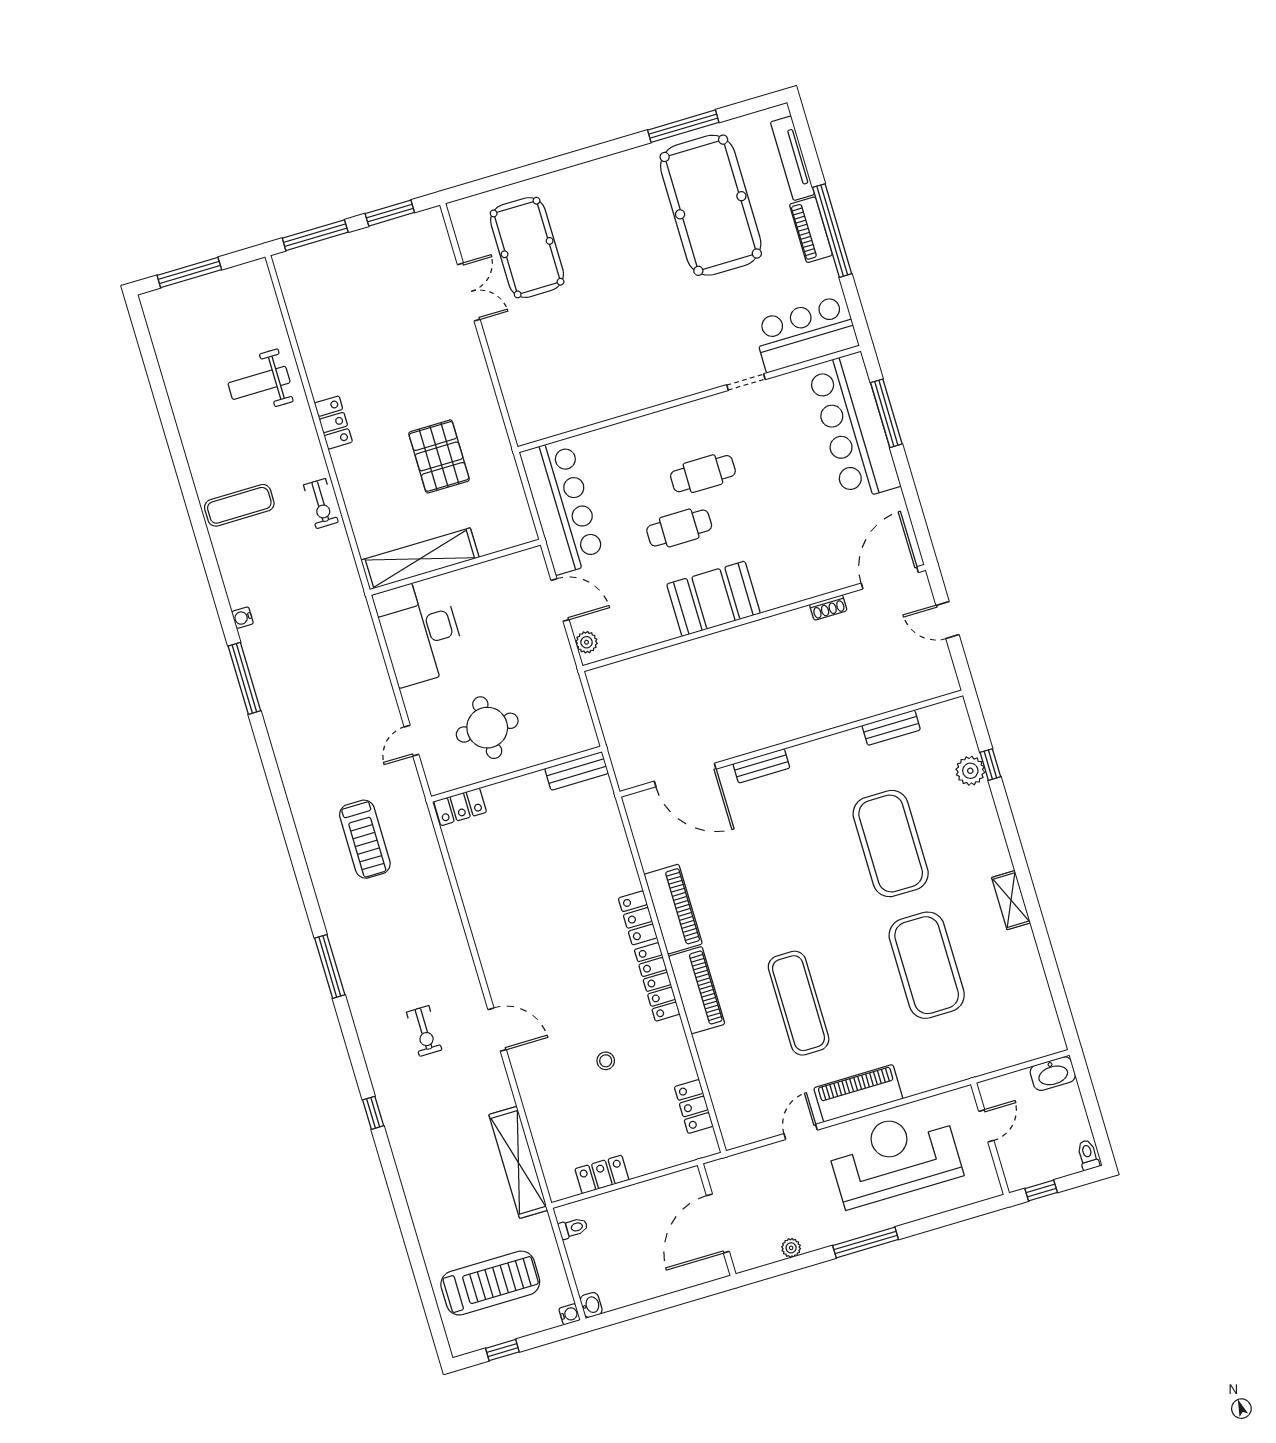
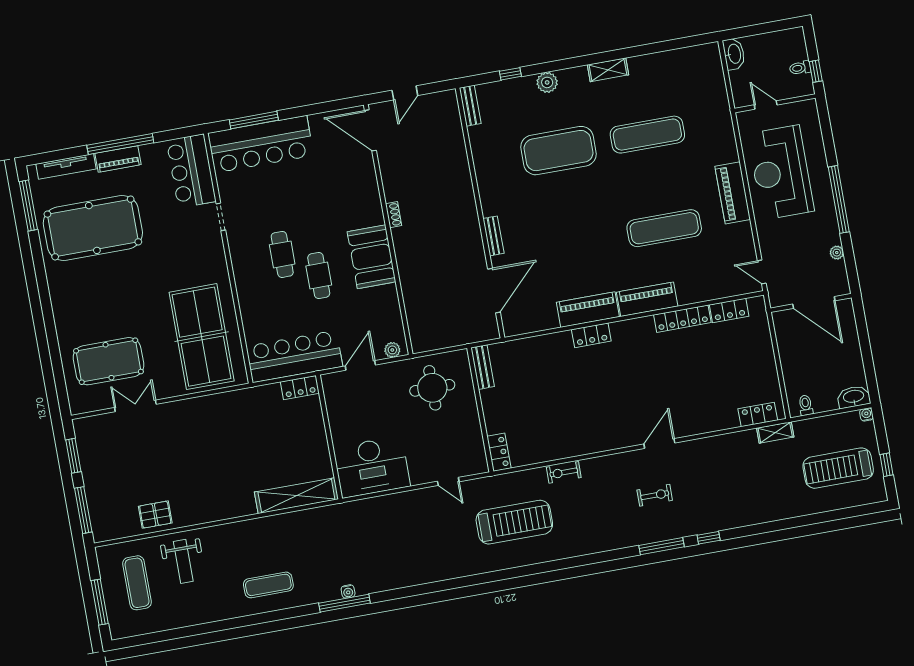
window: (683, 126) -> (28, 205), moved
exercise mat: (222, 322) -> (137, 583), added
table tennis table: (576, 374) -> (202, 337), added
locker: (333, 423) -> (300, 388), moved, turned 180
pallet: (439, 456) -> (155, 515), moved, width x0.67, depth x0.71
exercise bike: (321, 504) -> (564, 472), moved, turned 180
exercise mat: (239, 505) -> (268, 585), turned 90
shelving: (420, 559) -> (296, 496), moved, turned 90
shoe rack: (828, 607) -> (394, 215), moved
window: (244, 678) -> (344, 603), moved
round table: (487, 728) -> (432, 388), moved
bench: (891, 728) -> (470, 106), moved
plant: (970, 771) -> (547, 82), moved
treadmill: (365, 839) -> (514, 522), width x1.37, depth x1.38
exercise mat: (927, 965) -> (647, 135), width x0.68
window: (330, 966) -> (662, 546), moved
locker: (657, 982) -> (682, 319), moved
stool: (606, 1061) -> (690, 369), removed
door: (801, 1132) -> (762, 272), moved
toilet: (1088, 1155) -> (800, 68), moved
shelving: (518, 1162) -> (775, 433), width x0.45, depth x0.75
locker: (602, 1174) -> (758, 414), moved, turned 90
window: (866, 1242) -> (839, 199), width x1.46
treadmill: (490, 1283) -> (838, 468), turned -90
washbasin: (591, 1305) -> (854, 397), width x1.91, depth x1.45

